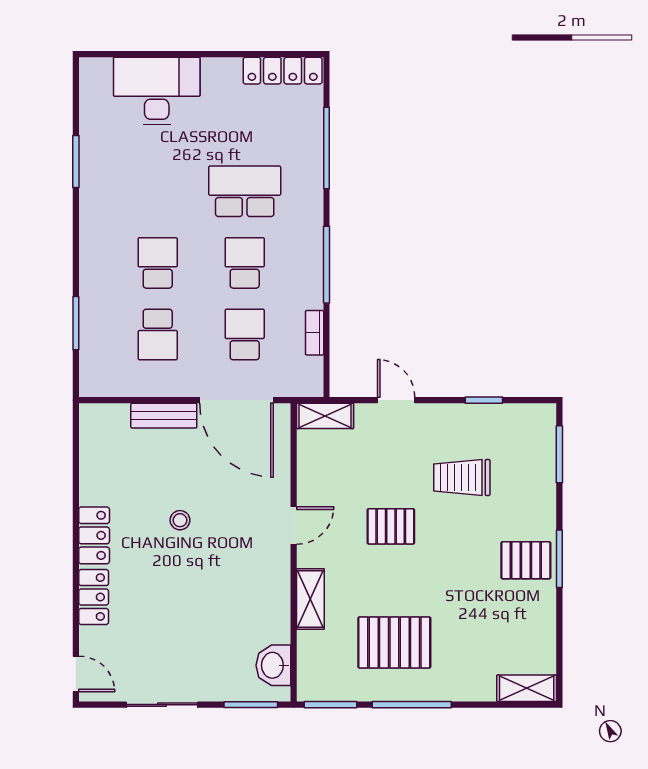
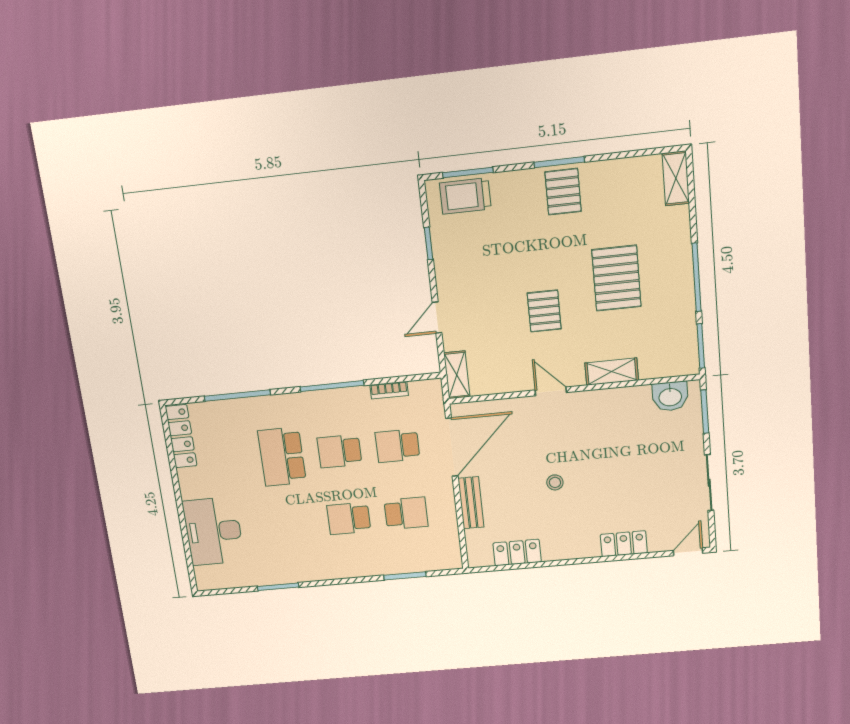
trolley: (462, 478) -> (465, 196), moved, turned 90
locker: (94, 535) -> (517, 552), moved
pallet: (394, 642) -> (616, 278), moved

